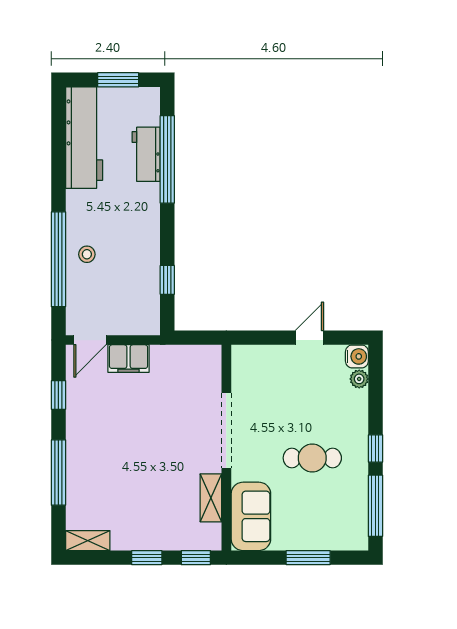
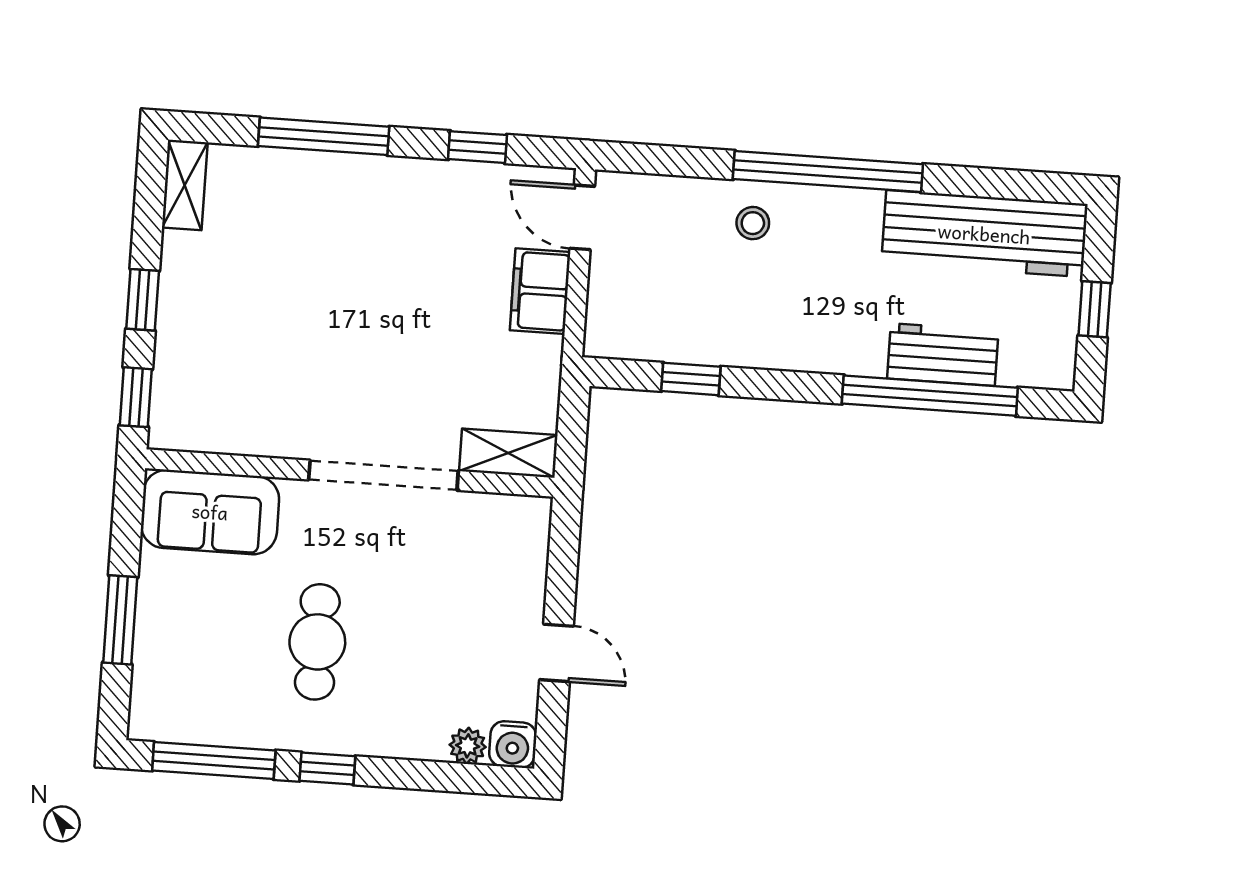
window: (118, 80) -> (1095, 309), width x0.67
window: (58, 259) -> (828, 172), moved
shelving: (211, 498) -> (508, 453), moved

